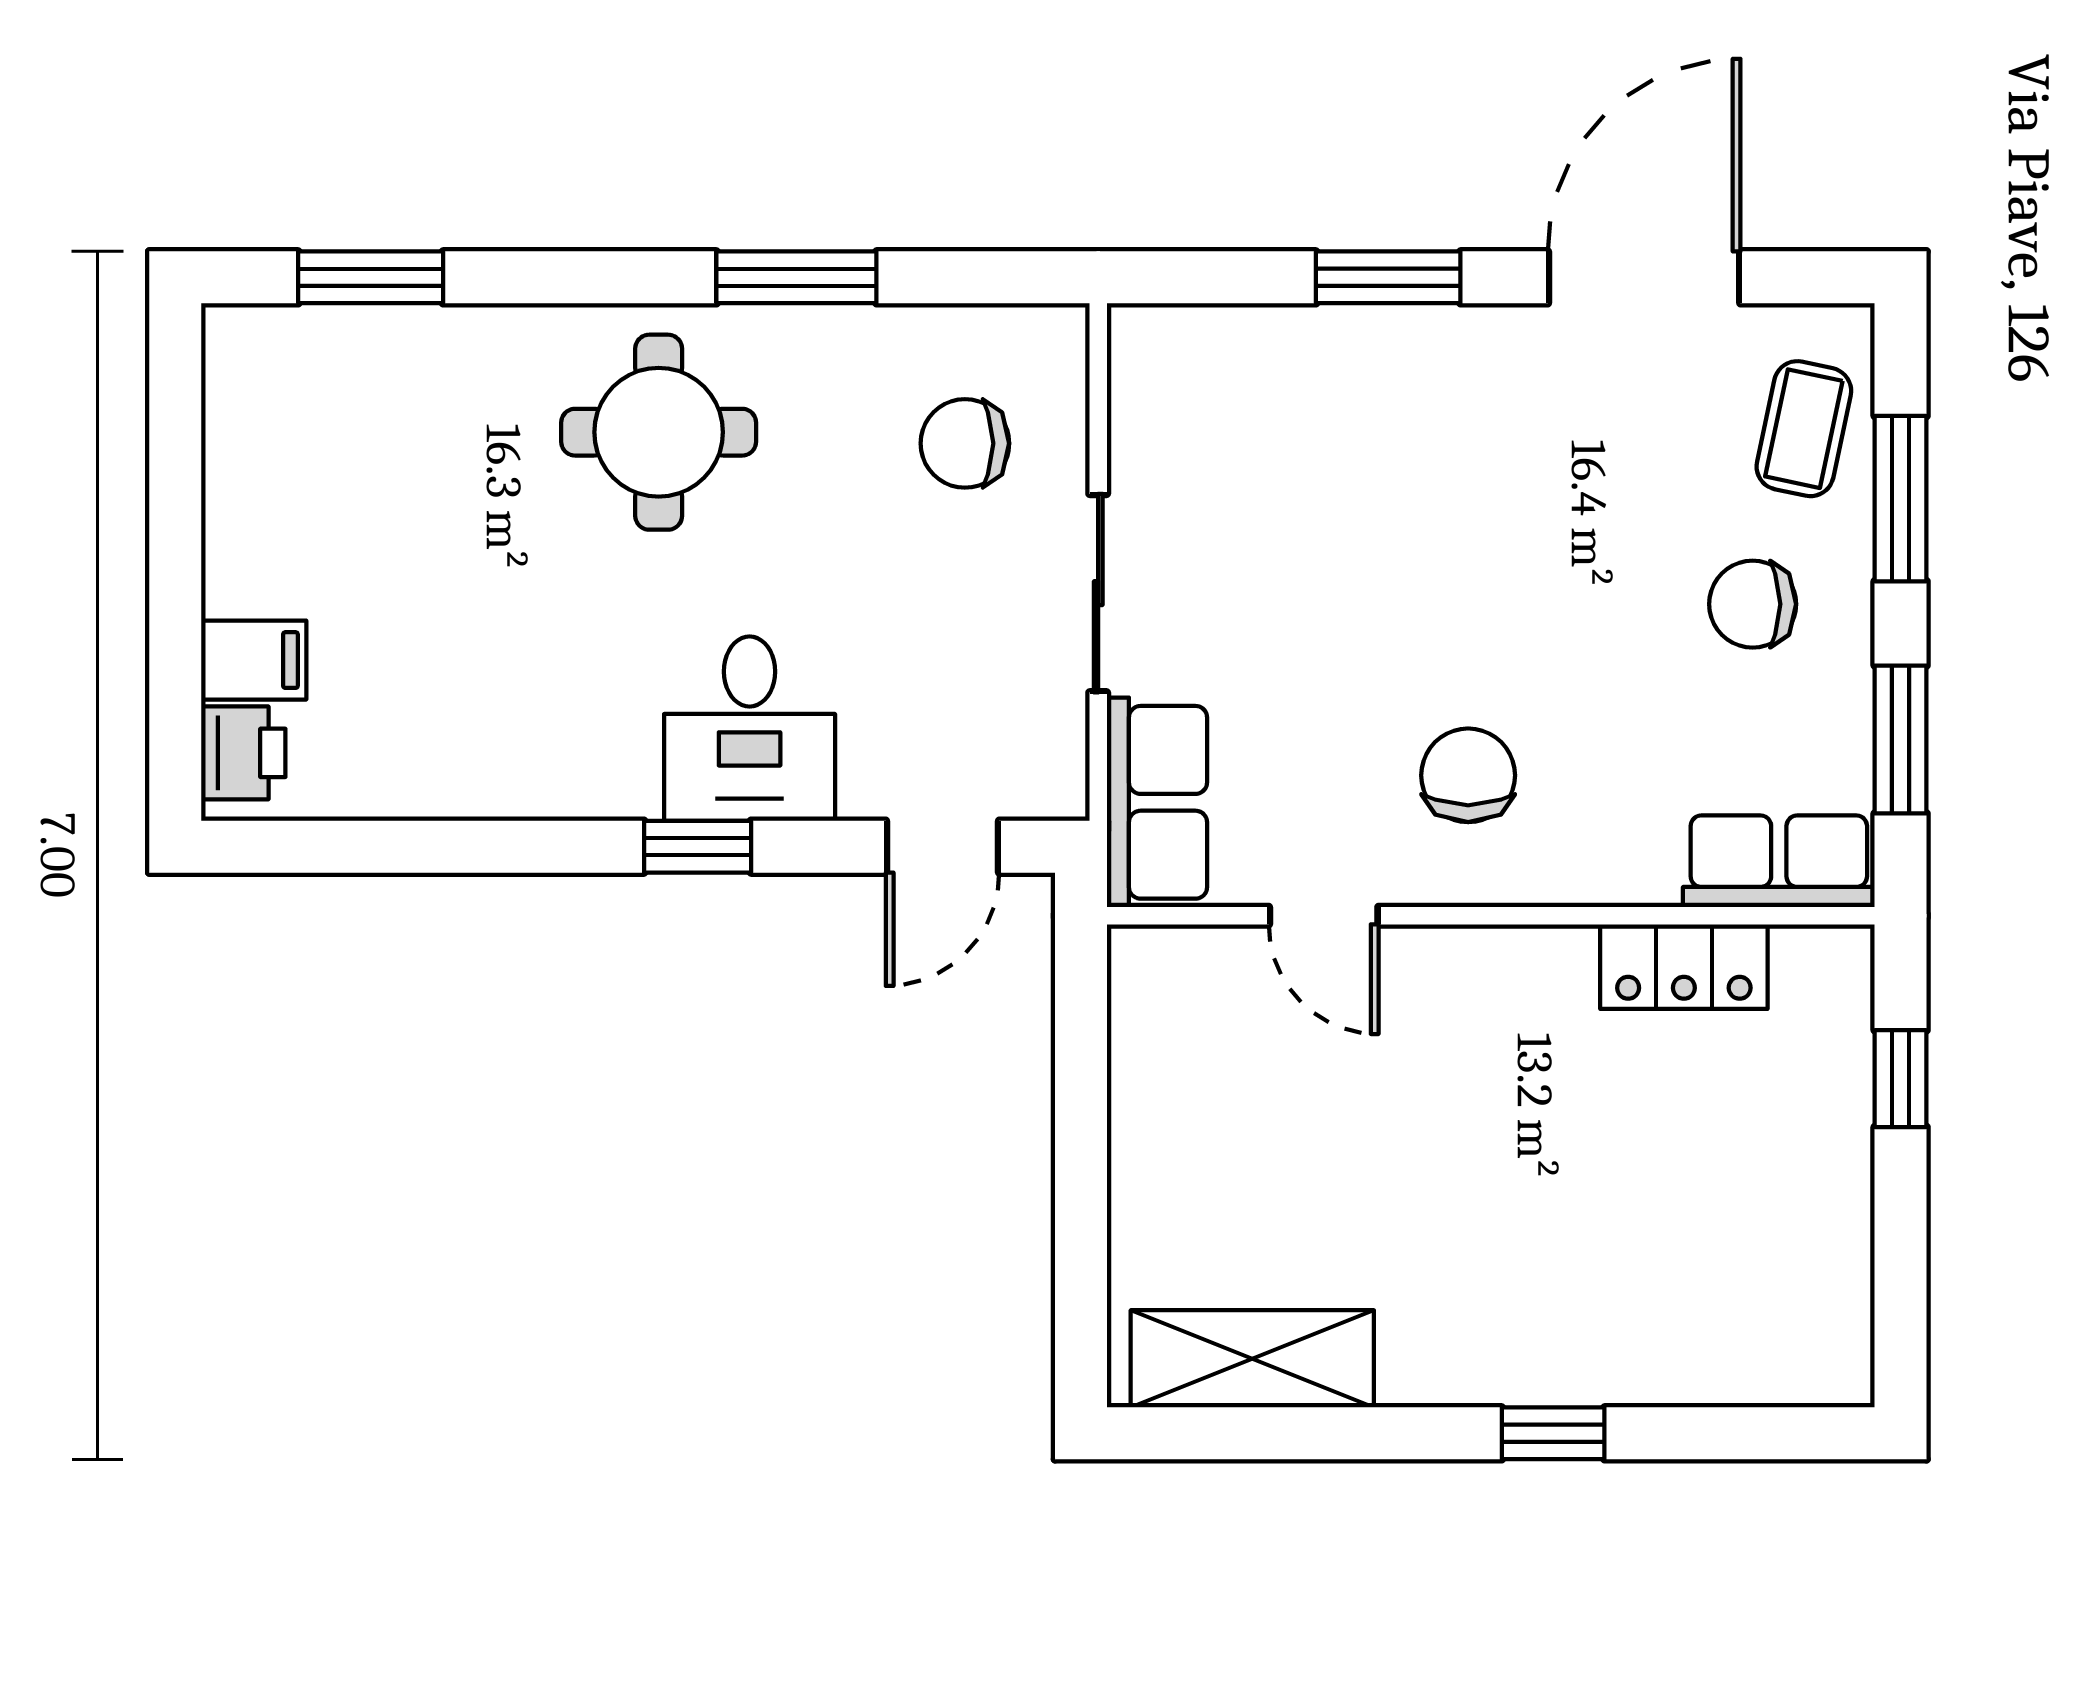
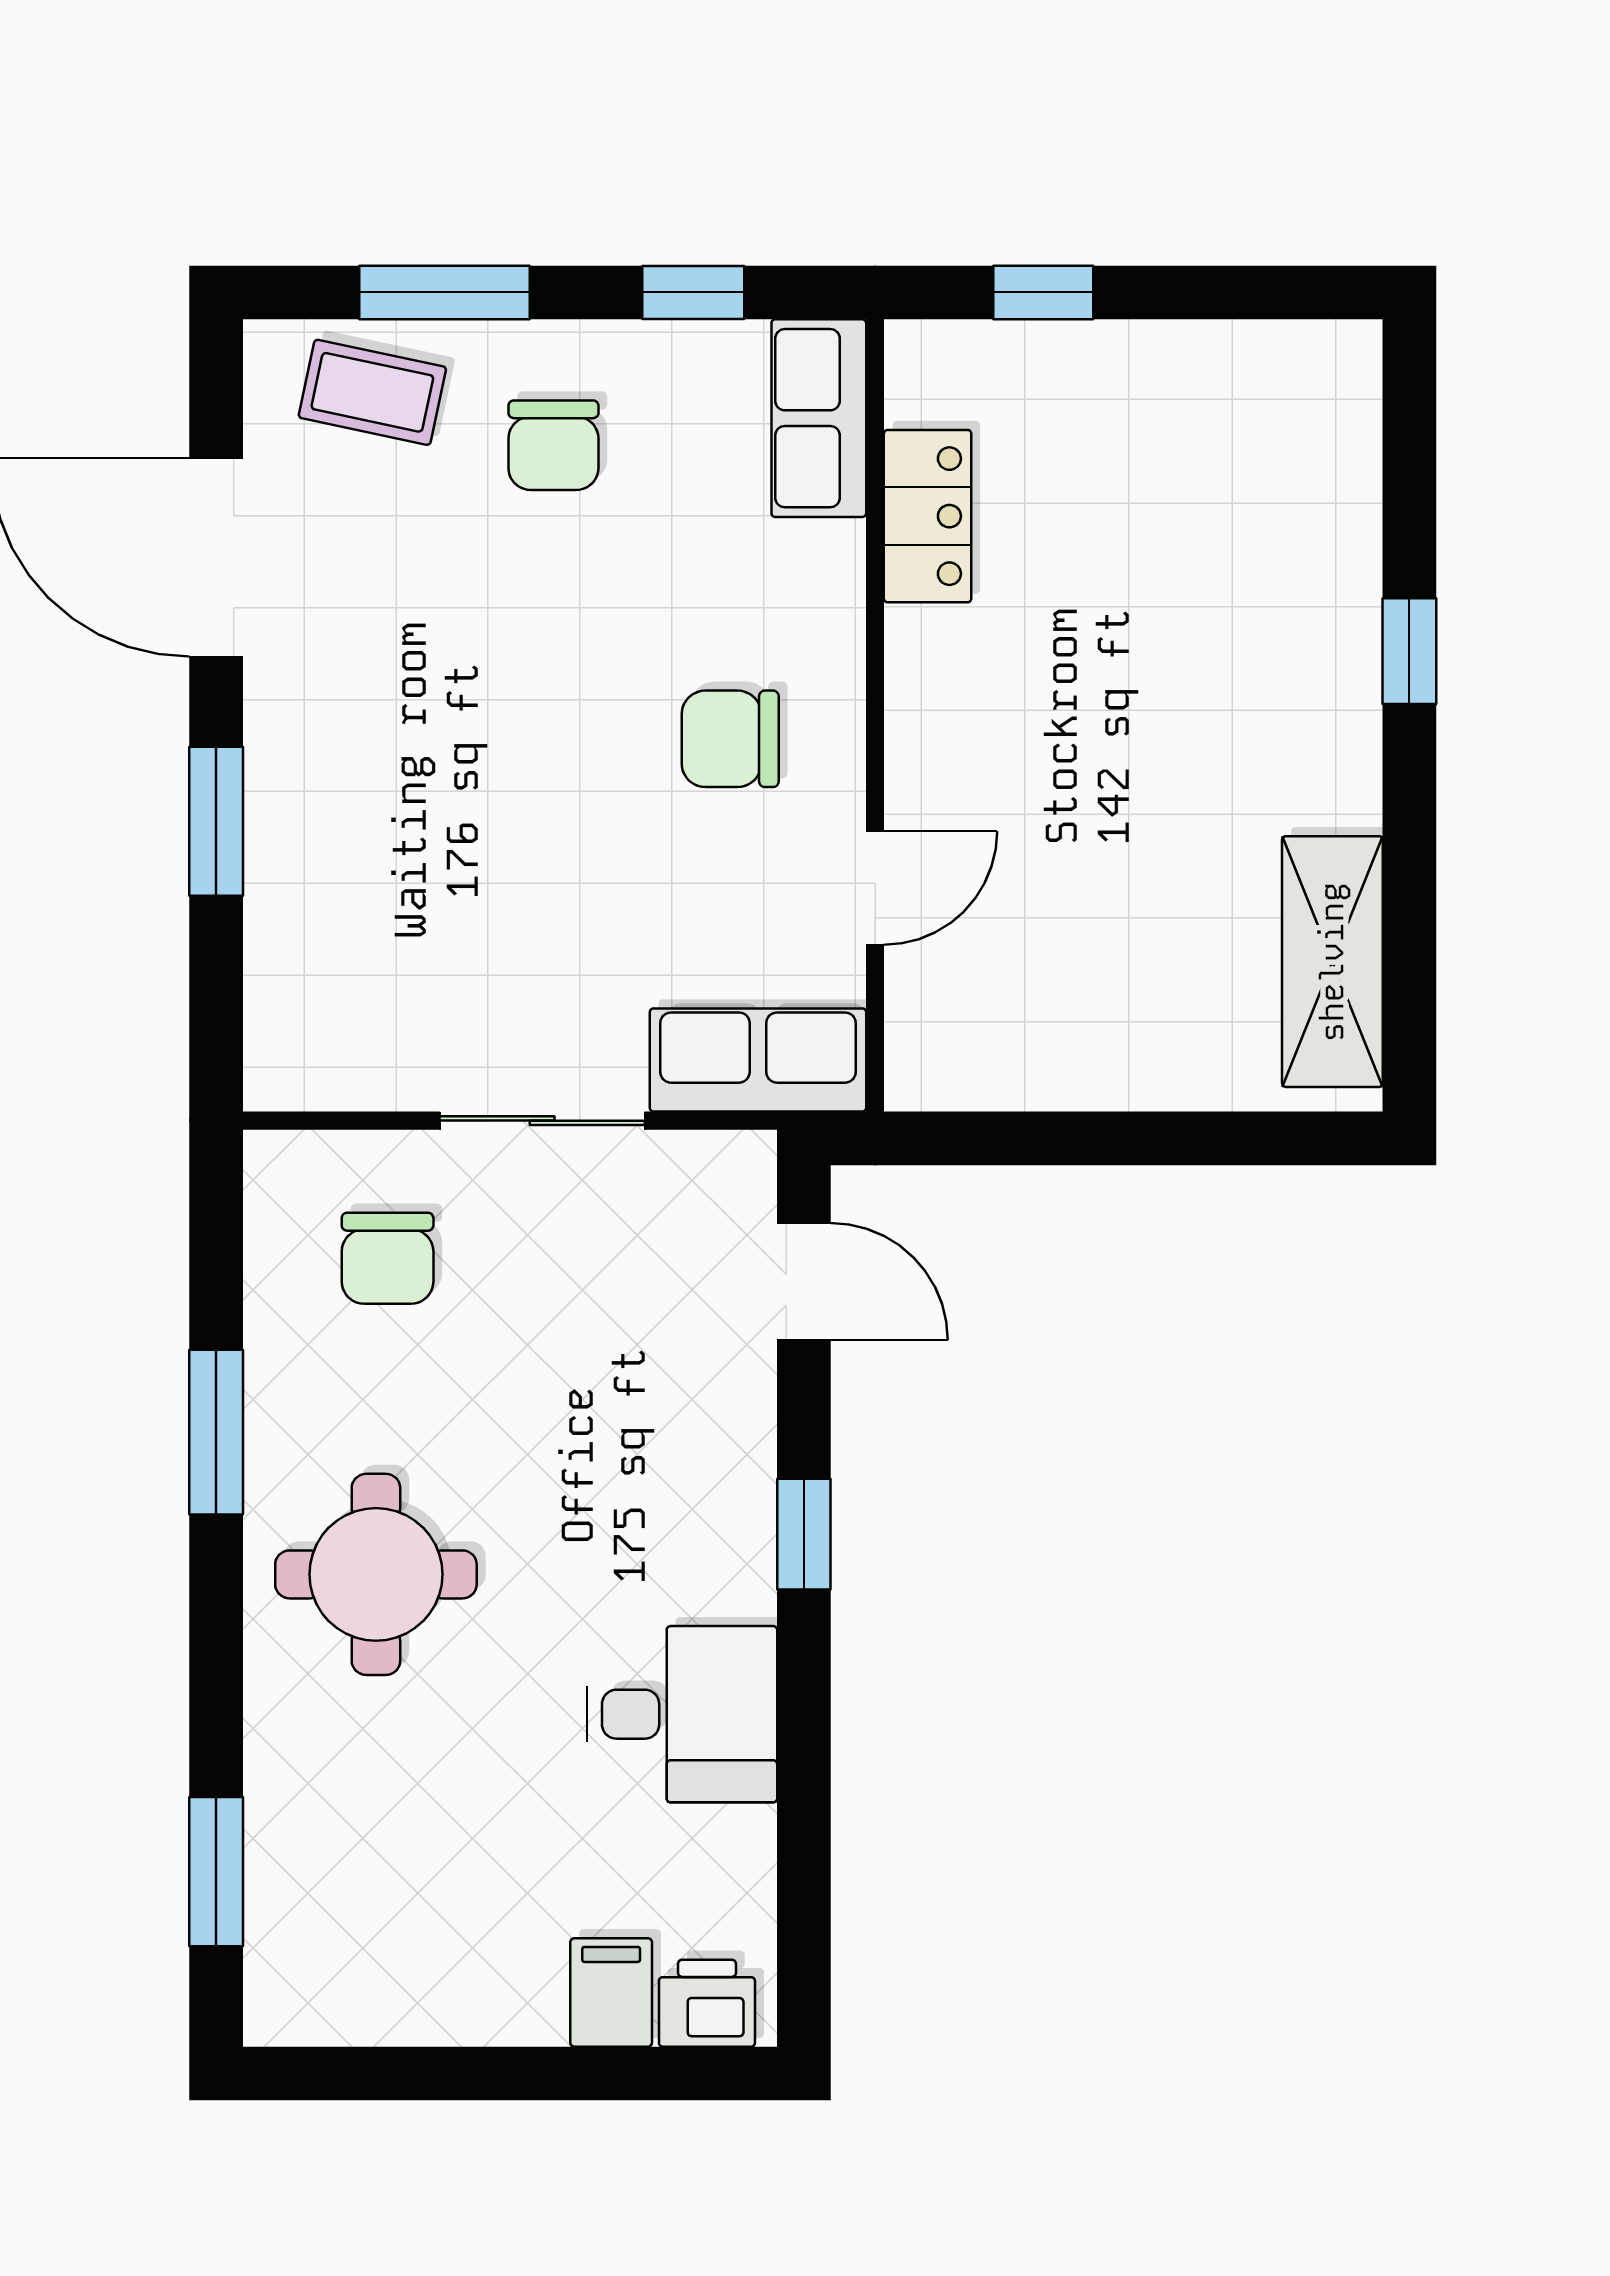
desk: (750, 729) -> (682, 1714), moved
window: (1901, 739) -> (693, 292), width x0.67

